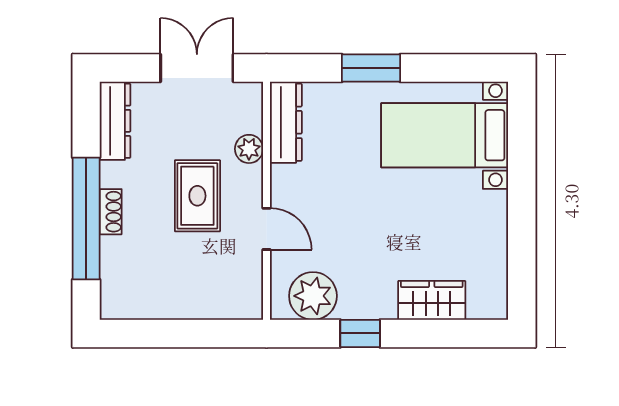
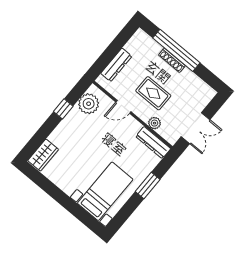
dresser: (115, 121) -> (116, 65), moved, turned -90
shoe rack: (111, 212) -> (172, 60), width x1.43
wardrobe: (432, 300) -> (43, 155), moved

